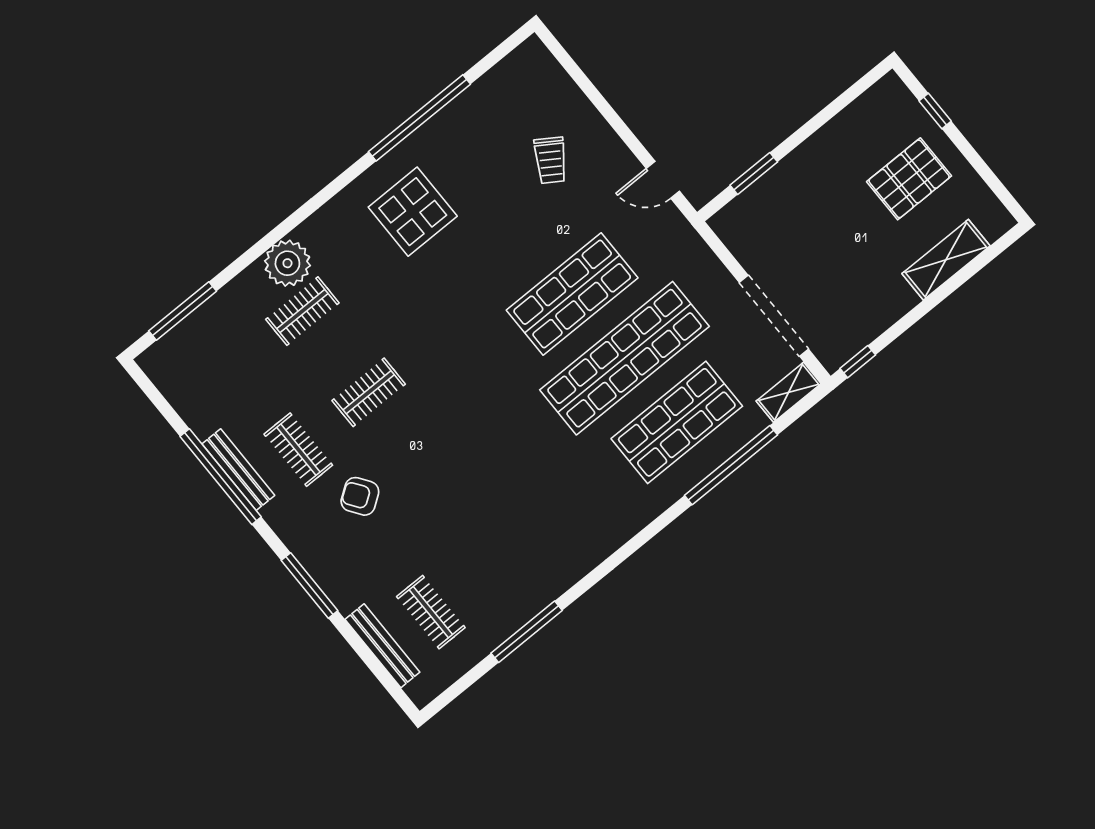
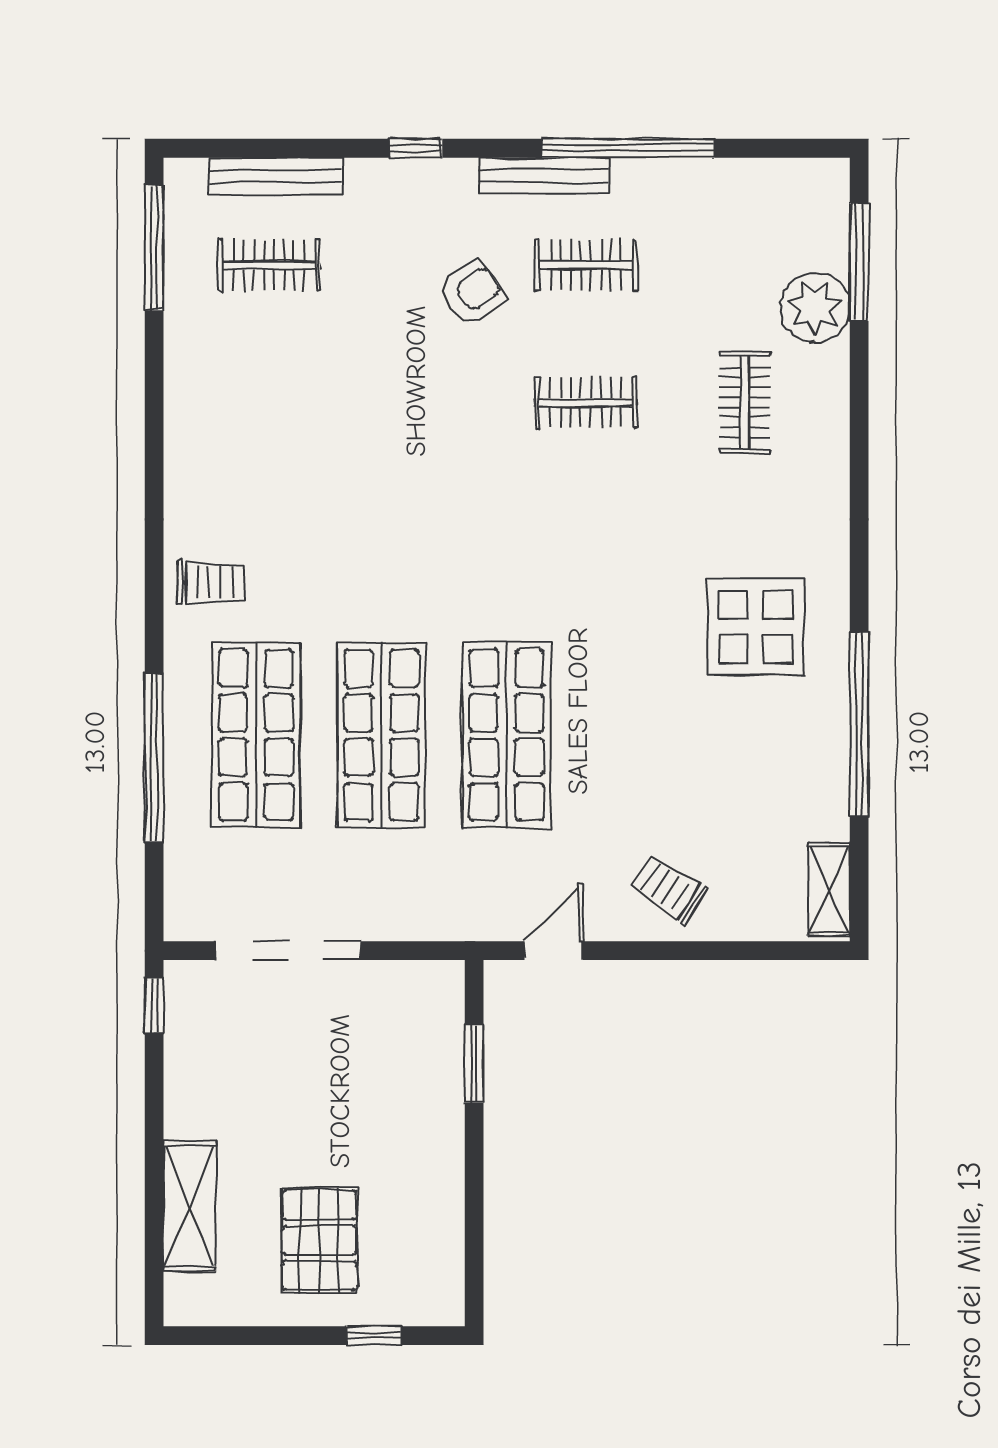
trolley: (551, 160) -> (669, 889), moved
plant: (287, 263) -> (815, 307), moved
shop shelf: (624, 358) -> (381, 735), width x0.71
clothes rail: (369, 392) -> (586, 402), turned 90
shelving: (789, 392) -> (829, 889), moved
bench: (238, 470) -> (544, 176), moved
trolley: (618, 510) -> (210, 582), added
window: (309, 586) -> (416, 148), width x0.46
window: (527, 632) -> (154, 248), moved

